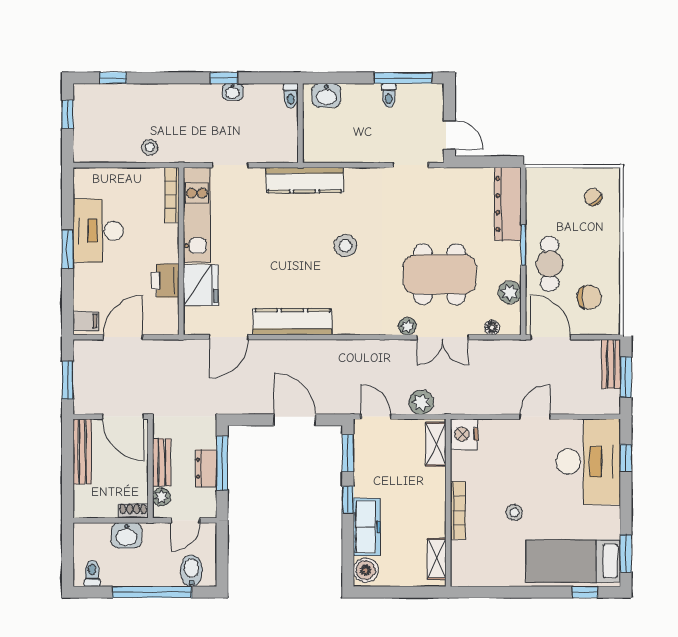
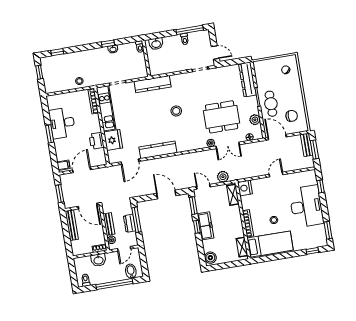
desk: (588, 462) -> (306, 206), moved
freezer: (367, 527) -> (206, 226), moved
bed: (573, 561) -> (270, 244), moved, turned 180

